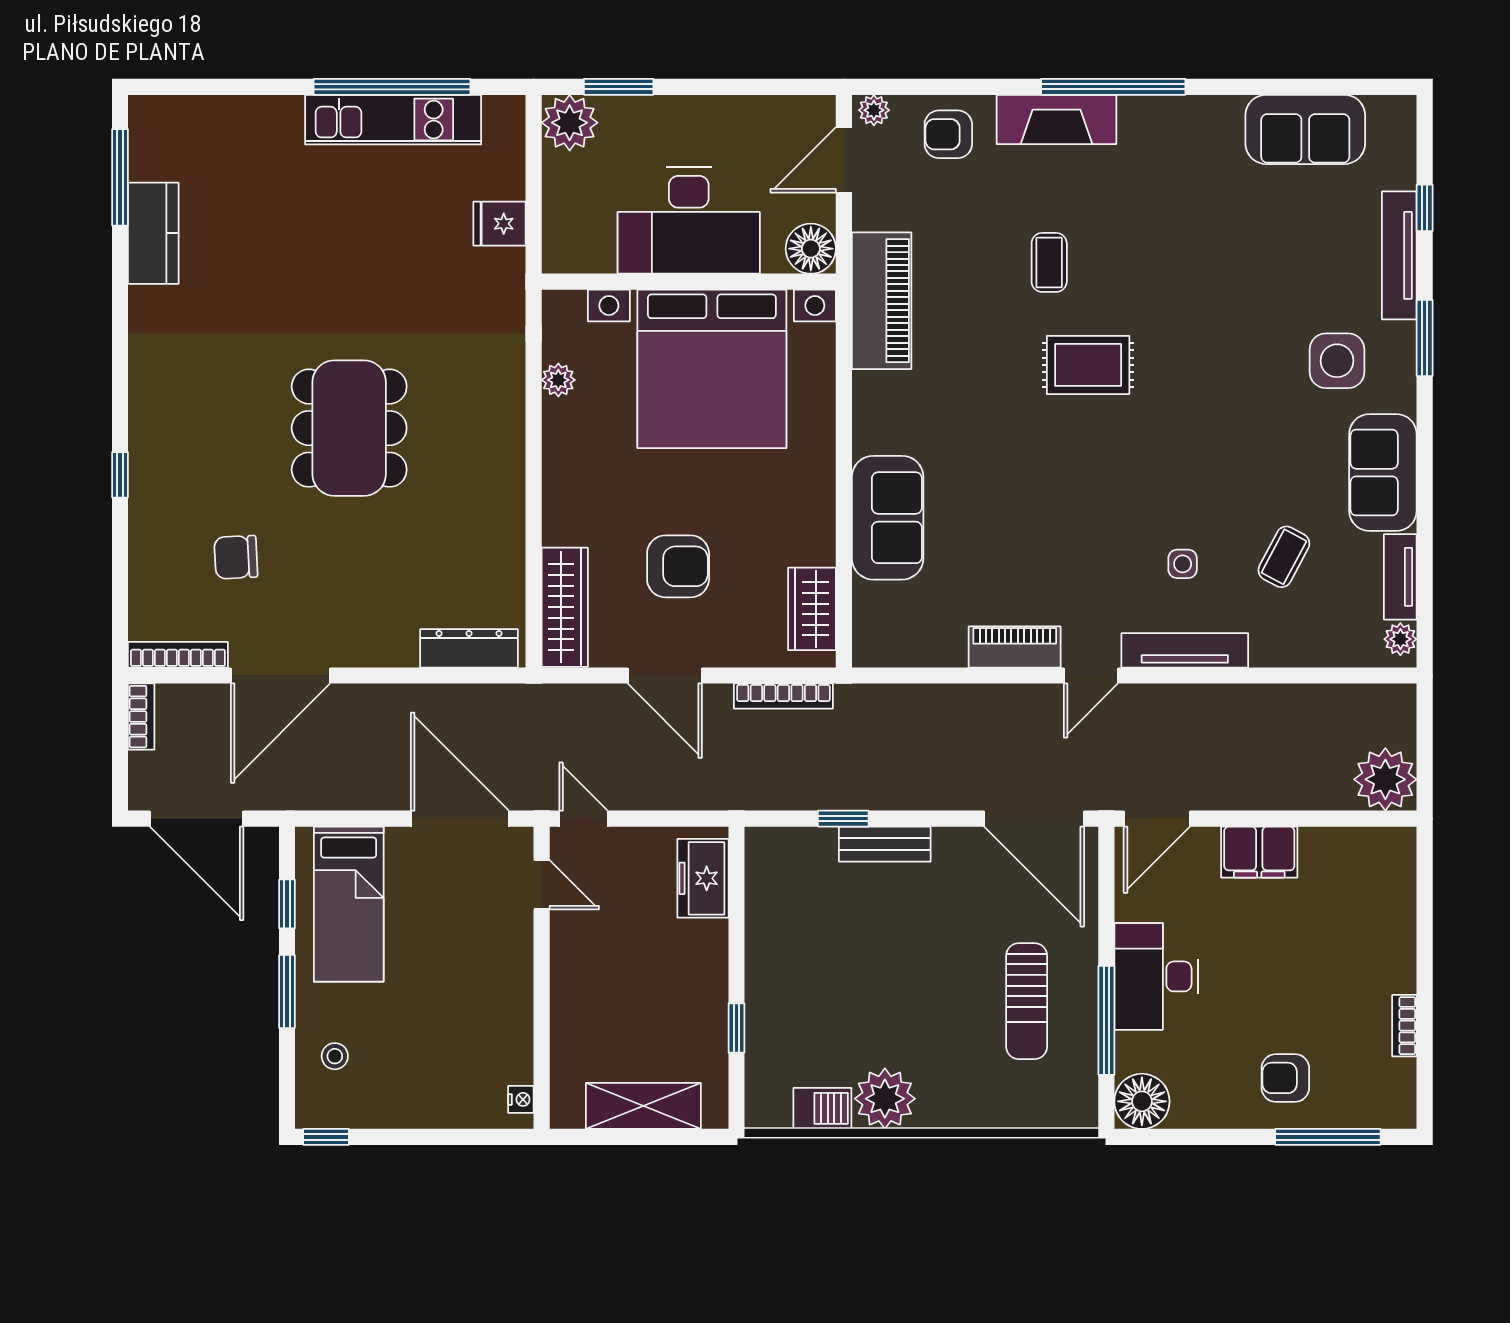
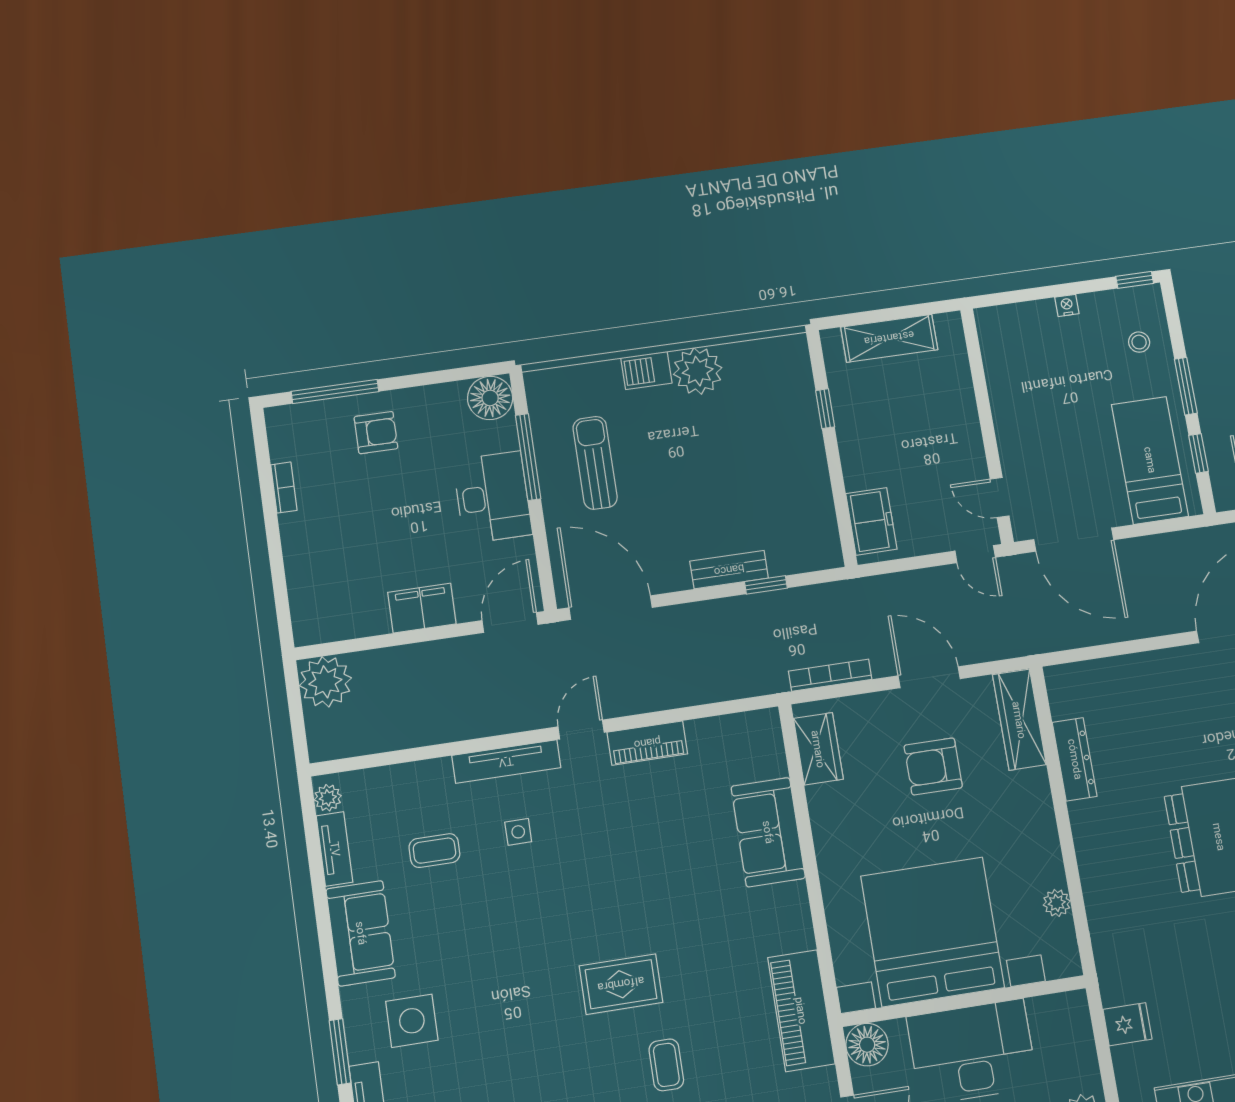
coffee table: (1284, 557) -> (434, 851), turned 62
dresser: (469, 648) -> (1075, 759), moved, turned -90
nightstand: (521, 1099) -> (1067, 305), moved, turned 90
barbecue: (822, 1108) -> (646, 370), moved

